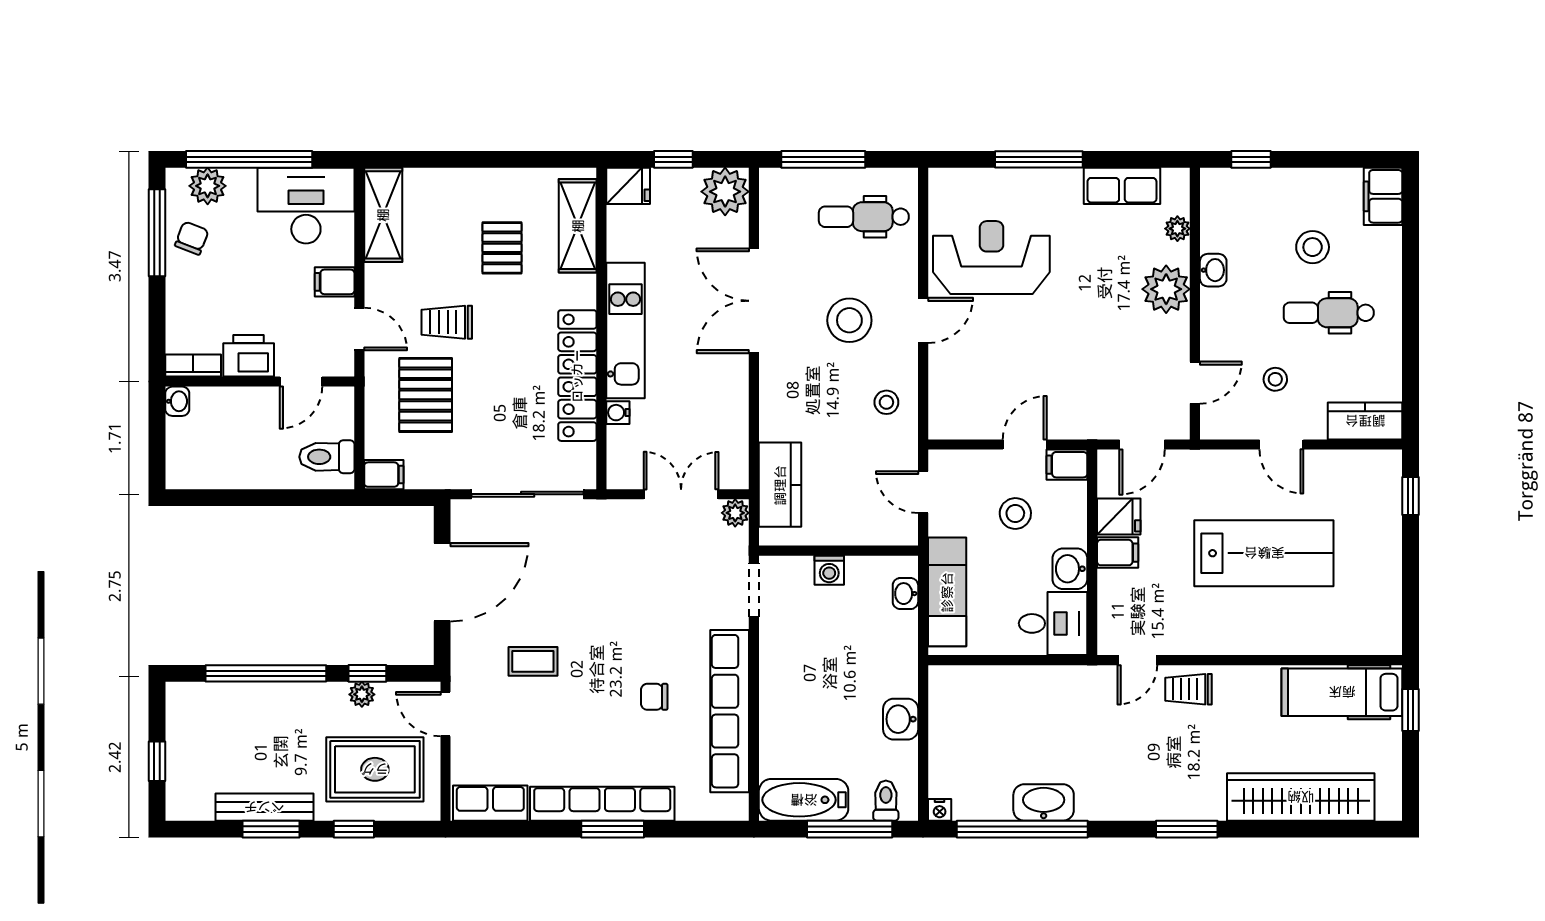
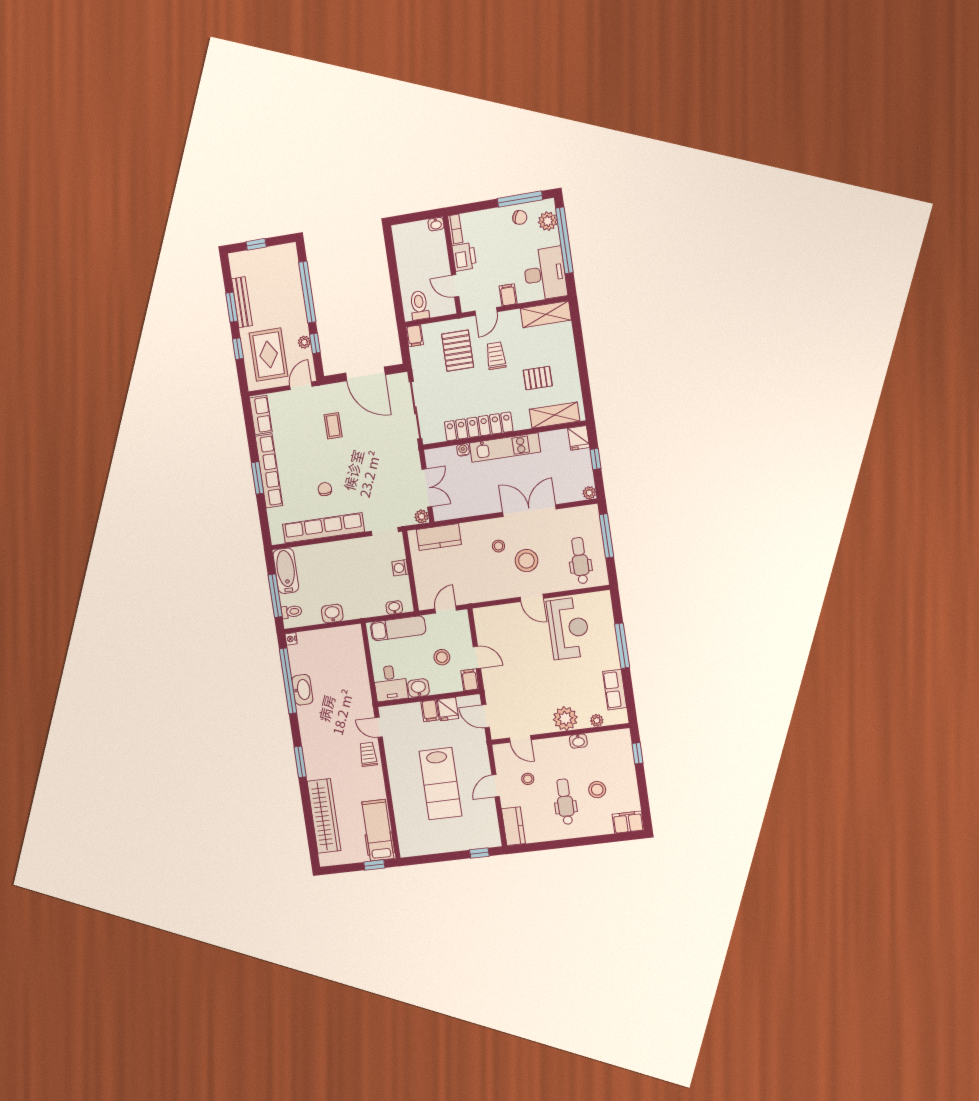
plant: (725, 192) -> (589, 493), width x0.53, depth x0.53
pallet: (426, 395) -> (458, 351), turned 90
stool: (886, 402) -> (498, 546), moved

